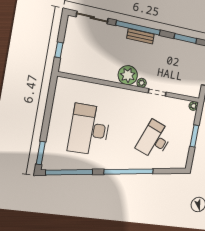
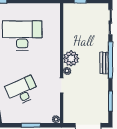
desk: (155, 140) -> (22, 91), turned -45

